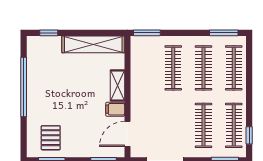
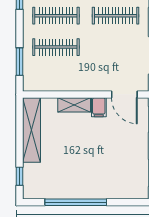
window: (147, 33) -> (20, 62), moved
pallet: (51, 138) -> (128, 174), removed

